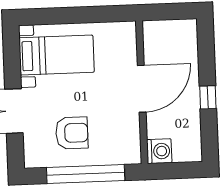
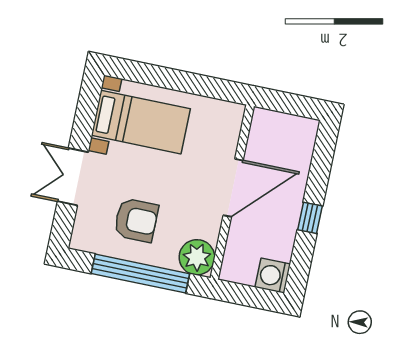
plant: (127, 150) -> (197, 257), added
washing machine: (159, 151) -> (273, 276), moved, turned 180

